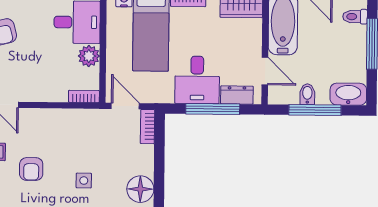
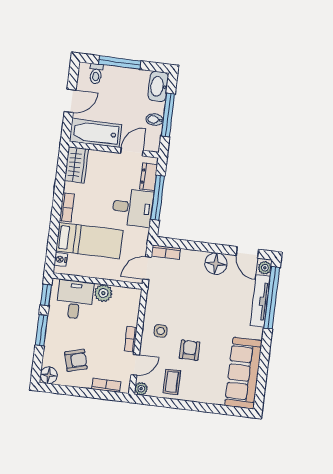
bookcase: (84, 96) -> (131, 339), moved
armchair: (31, 169) -> (190, 350), turned -90
side table: (84, 181) -> (161, 331), moved

